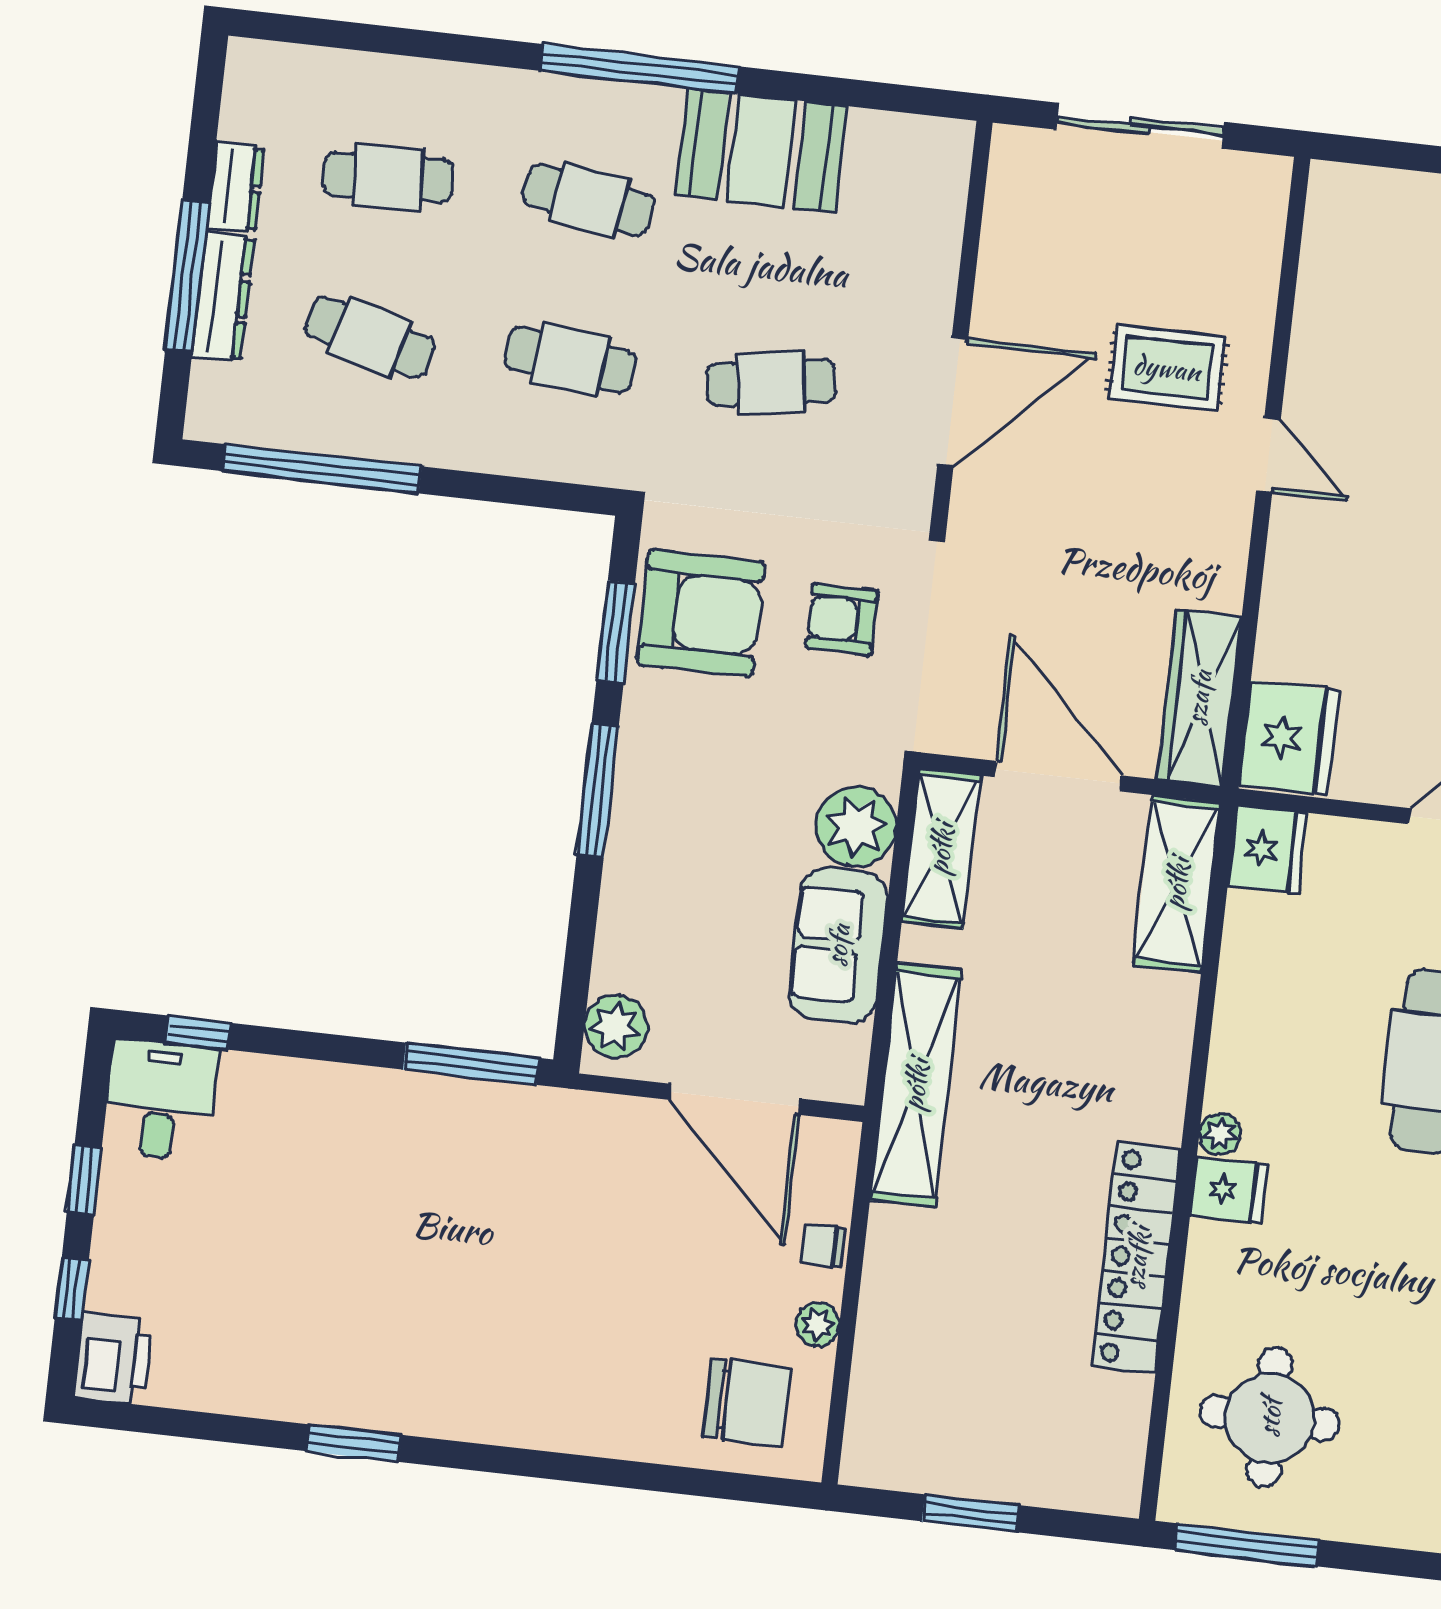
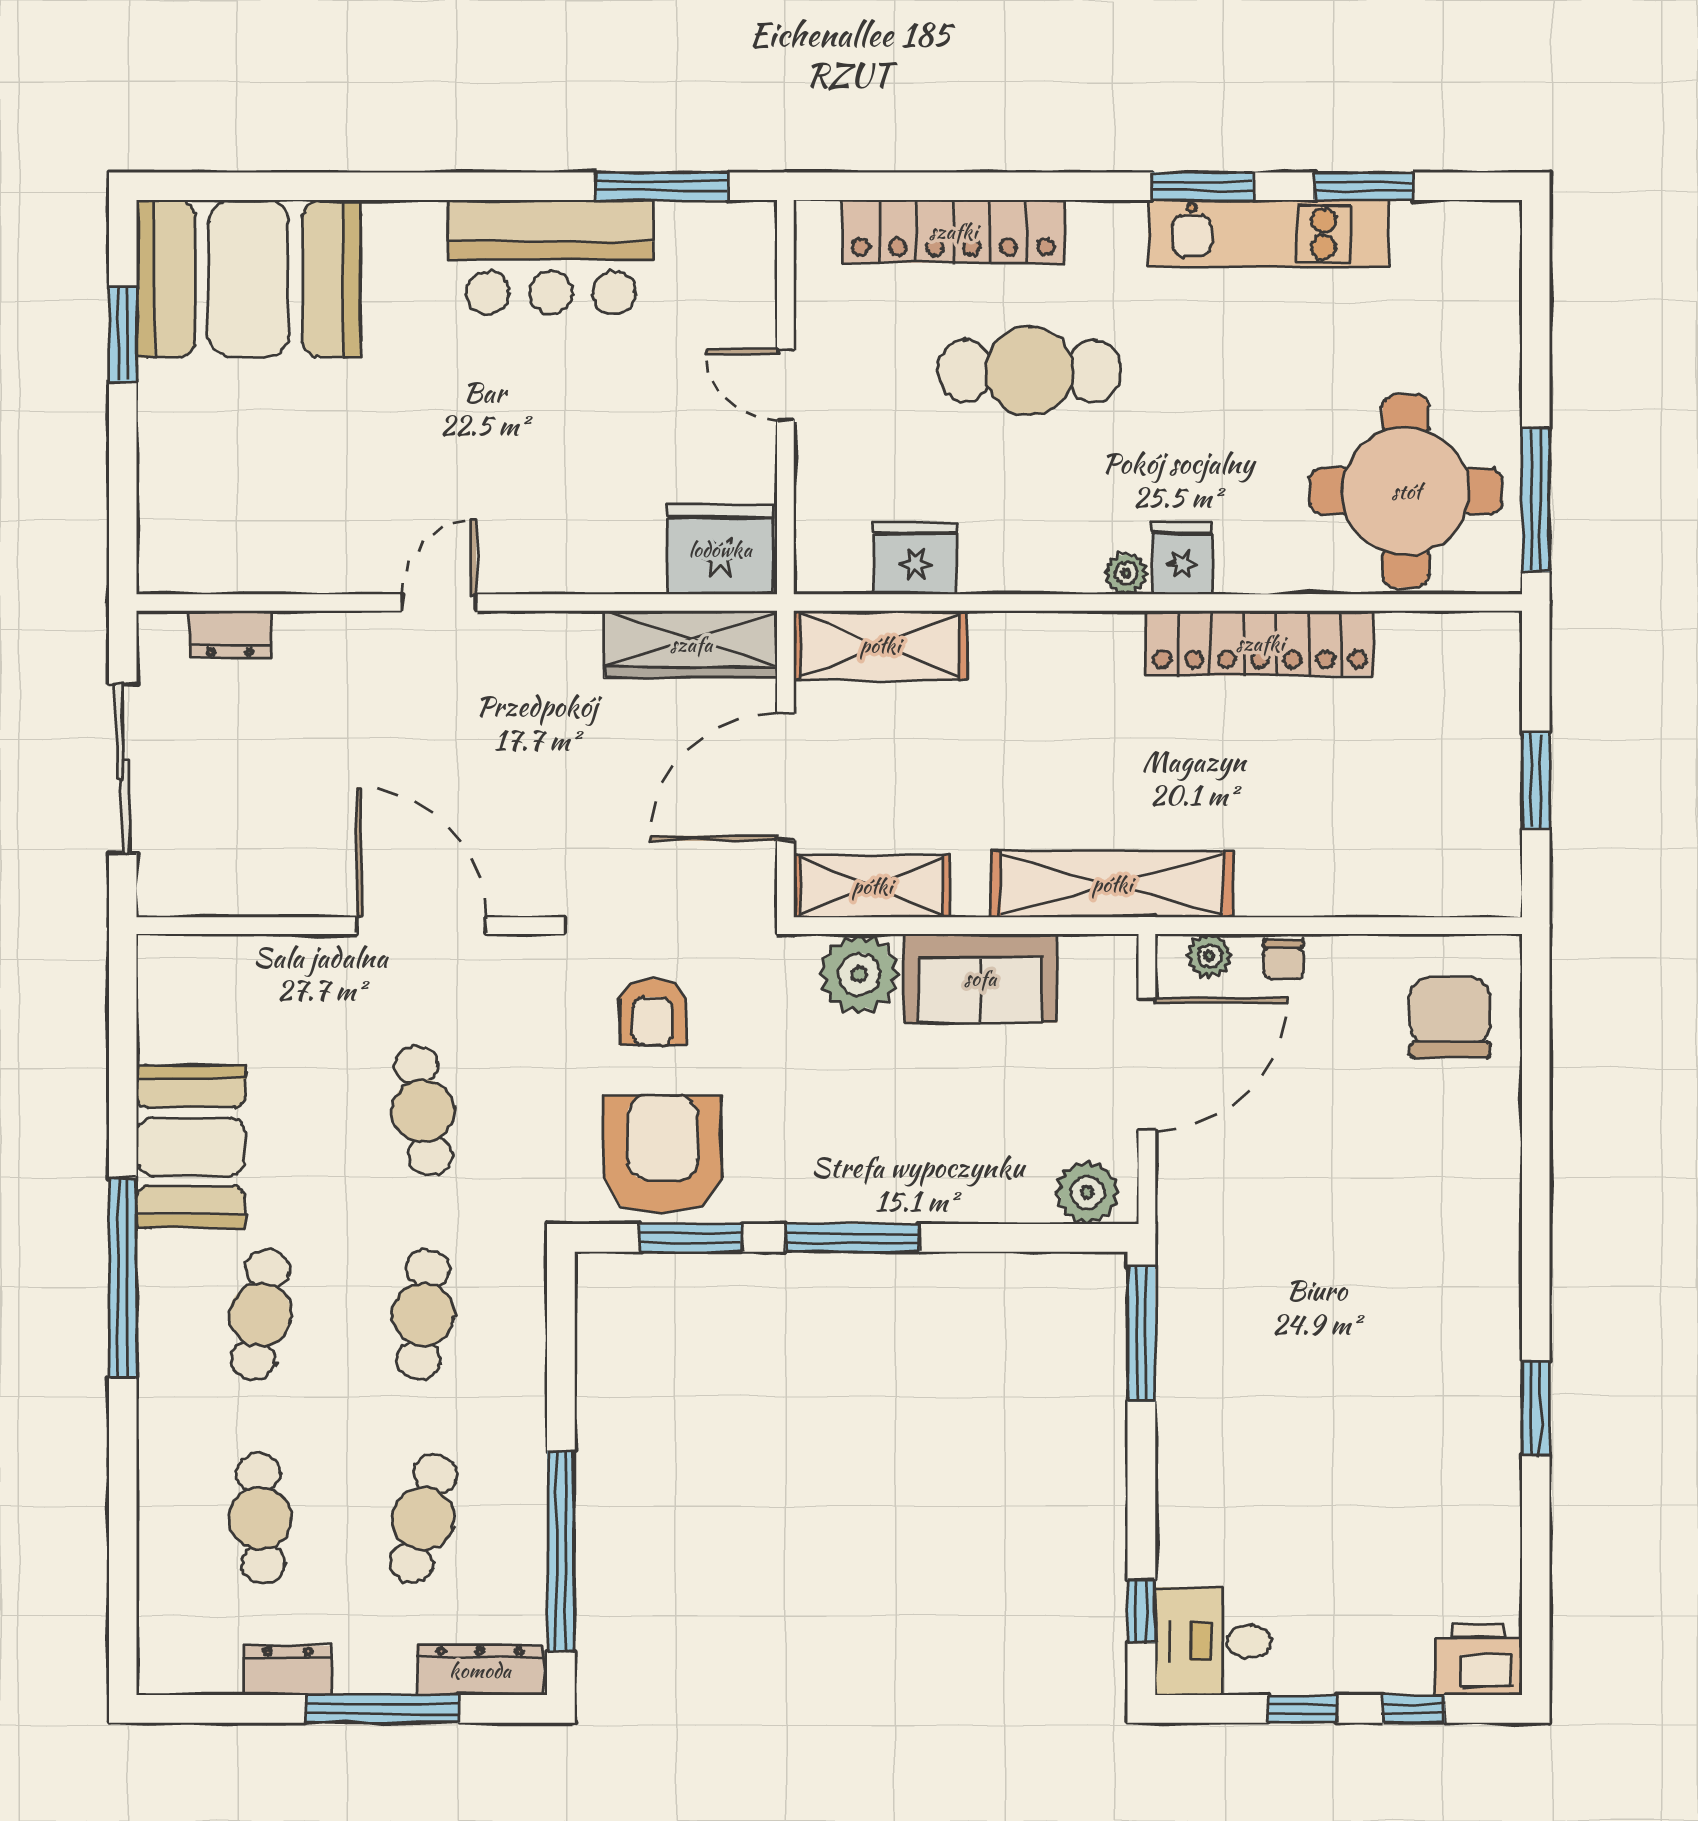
dresser: (1261, 246) -> (230, 634), added
dresser: (223, 297) -> (480, 1670), moved
rug: (1167, 368) -> (363, 714), removed
fridge: (1267, 849) -> (915, 559), moved
plant: (818, 1324) -> (1209, 956), moved
round table: (1270, 1418) -> (1406, 491), width x1.36, depth x1.36

